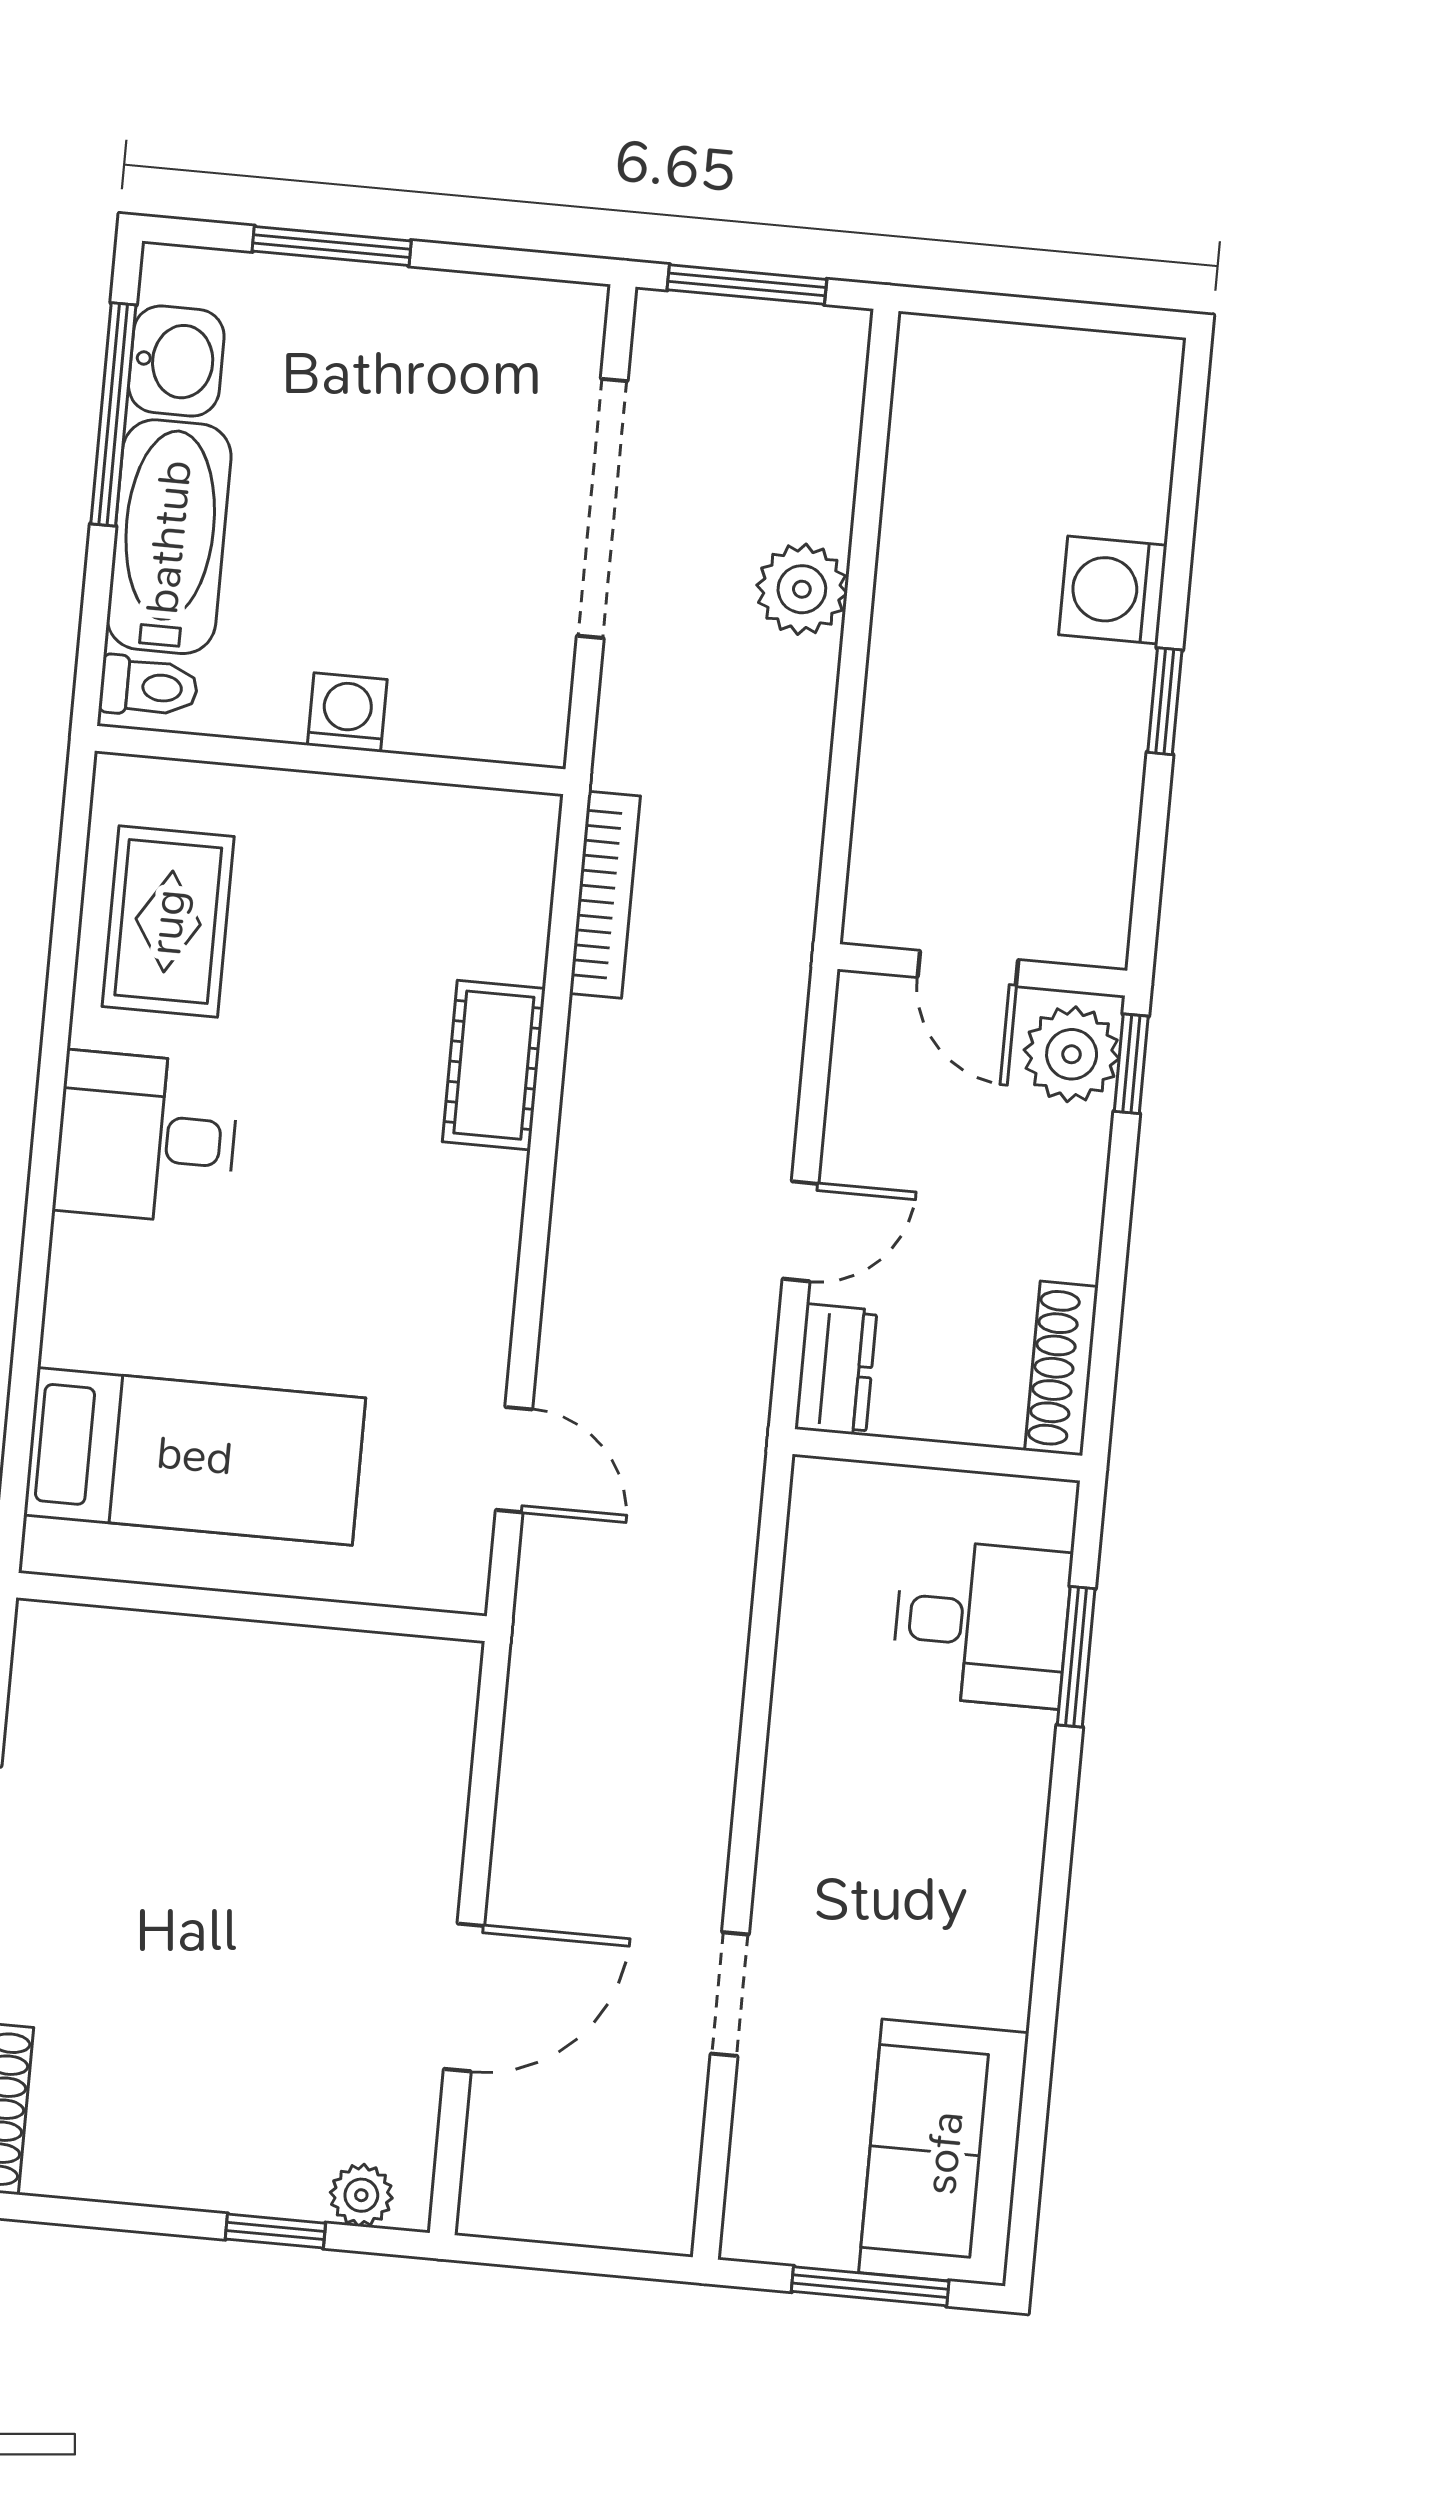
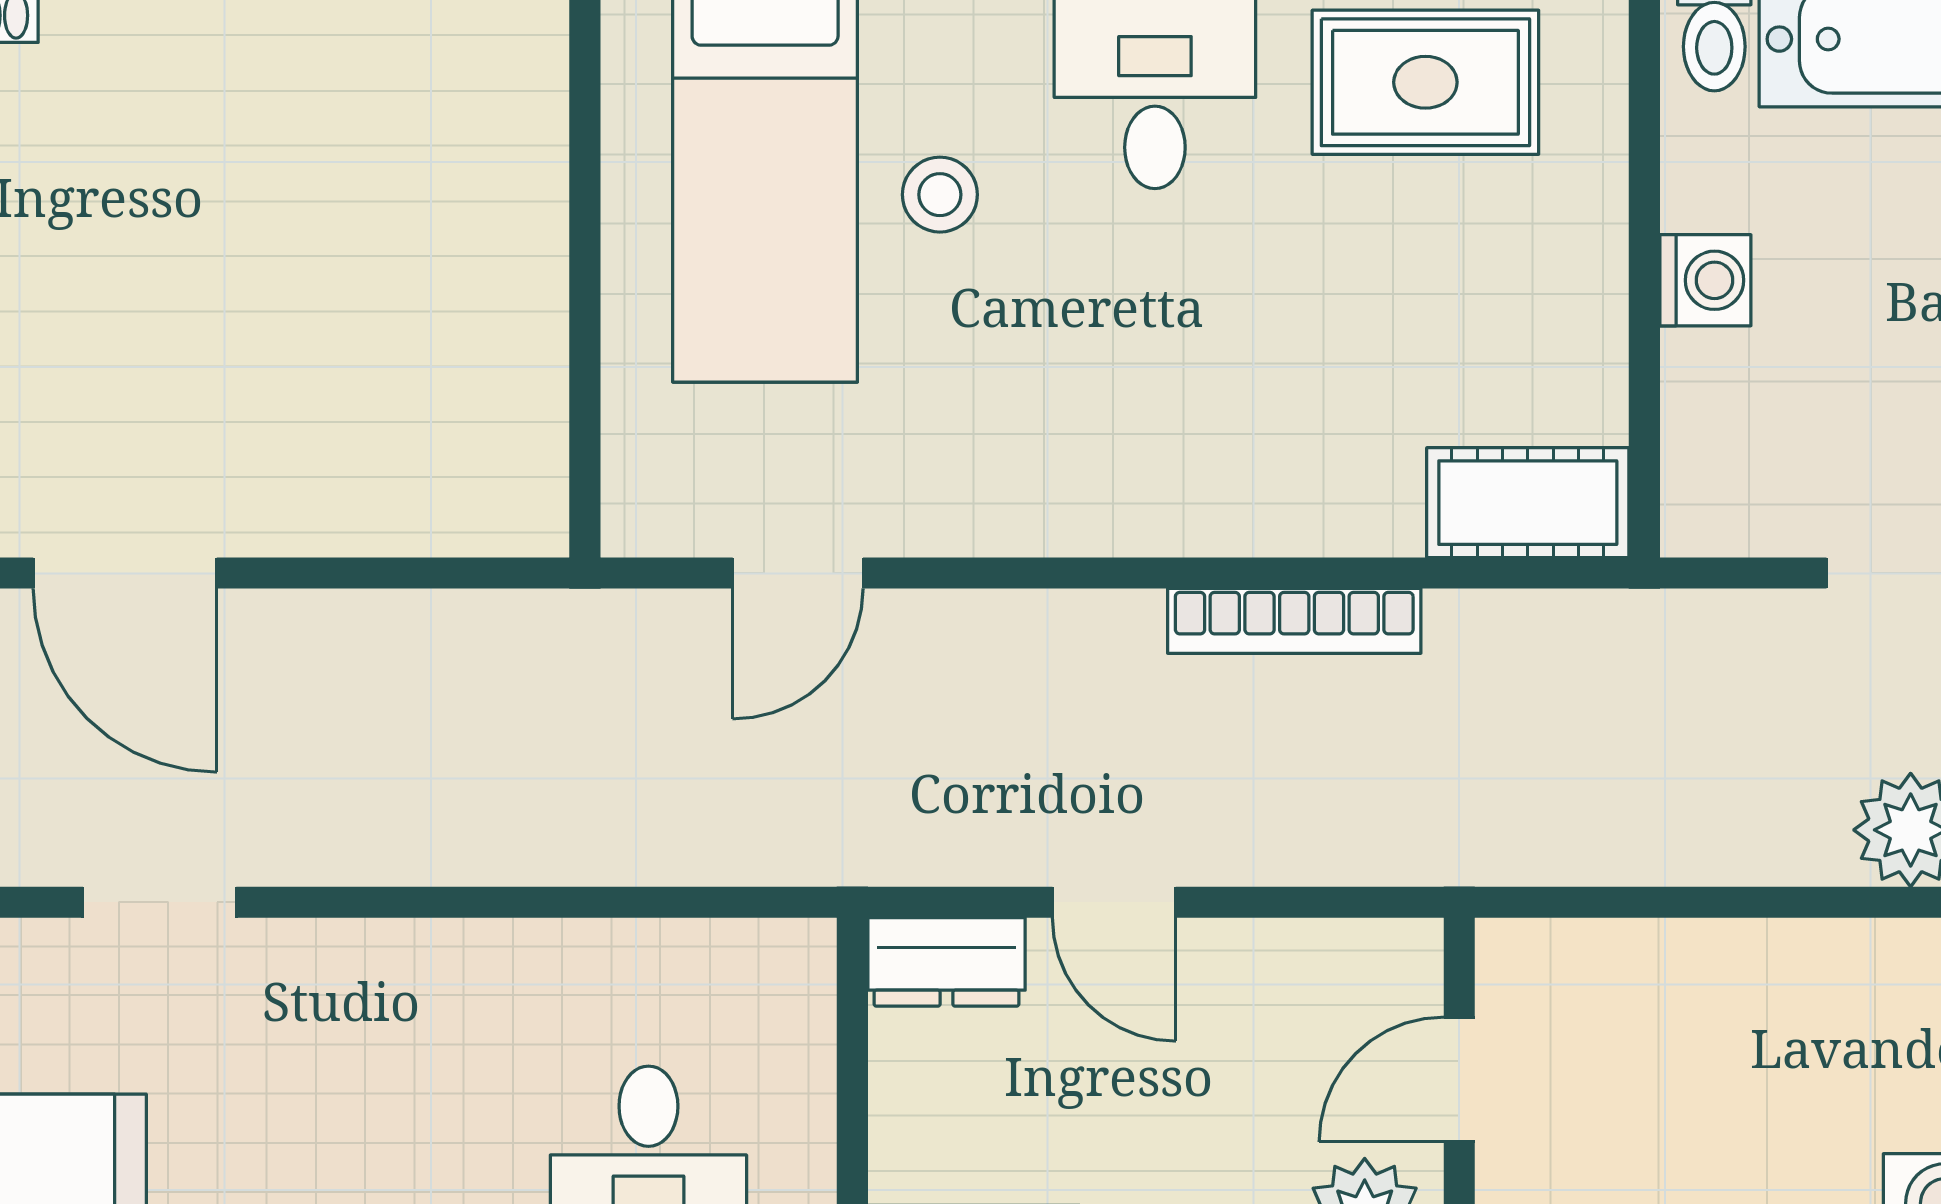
bookcase: (605, 895) -> (1294, 621), moved
cot: (494, 1065) -> (1528, 503), moved
stool: (222, 1318) -> (940, 195), added

